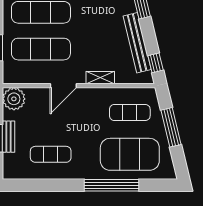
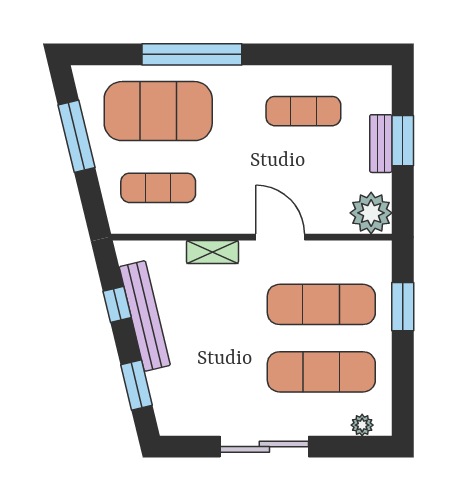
window: (156, 63) -> (117, 304), moved
door: (63, 86) -> (280, 237), hinge flipped
window: (171, 127) -> (77, 136), moved

